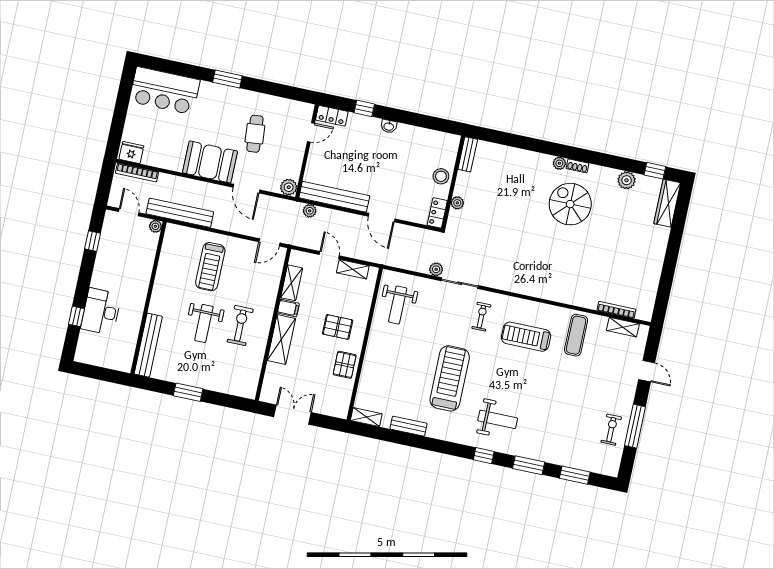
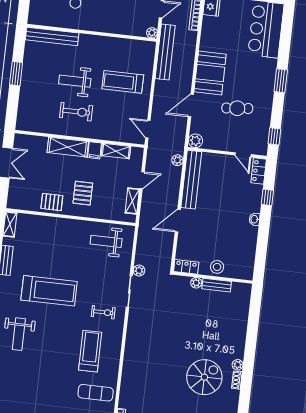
window: (293, 93) -> (274, 136), added
bench: (468, 154) -> (217, 285), moved

